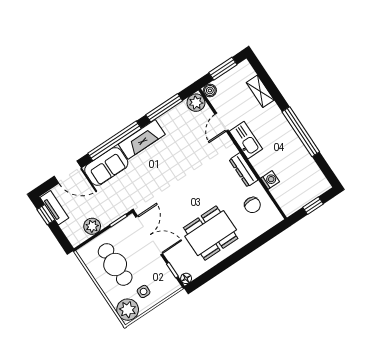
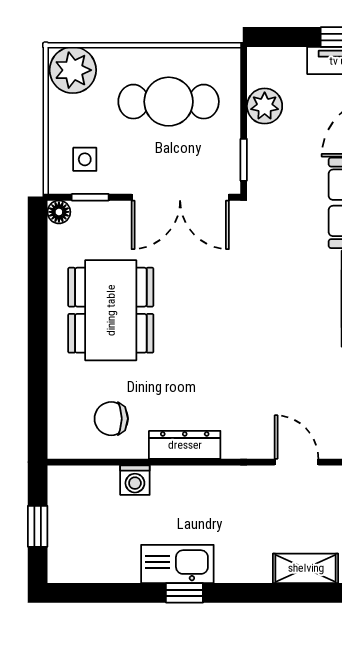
window: (301, 132) -> (184, 593), width x0.32
kitchen sink: (246, 140) -> (177, 564), moved, turned 180
side table: (144, 291) -> (85, 159), moved

